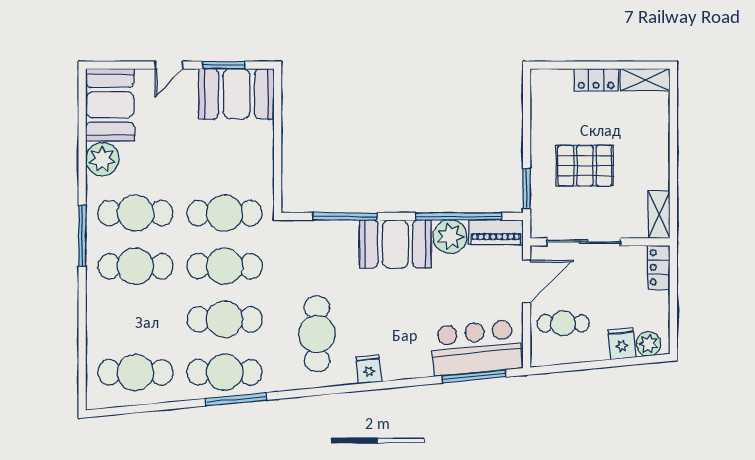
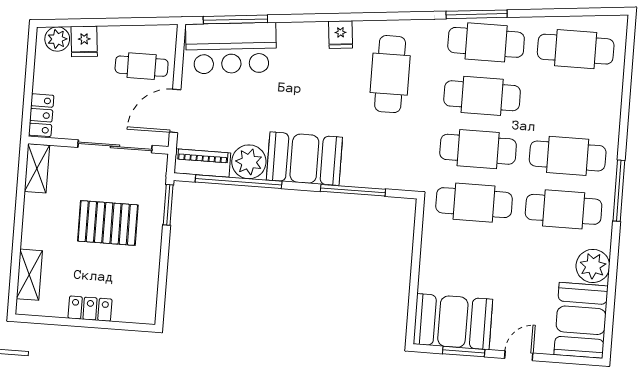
shelving: (645, 80) -> (29, 275), moved, turned 90

